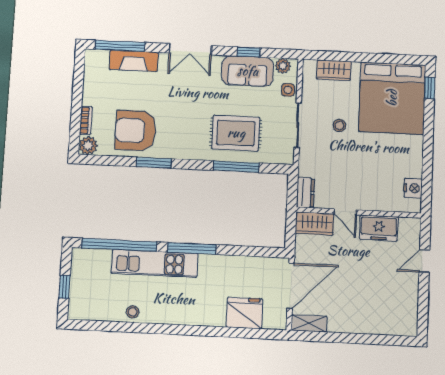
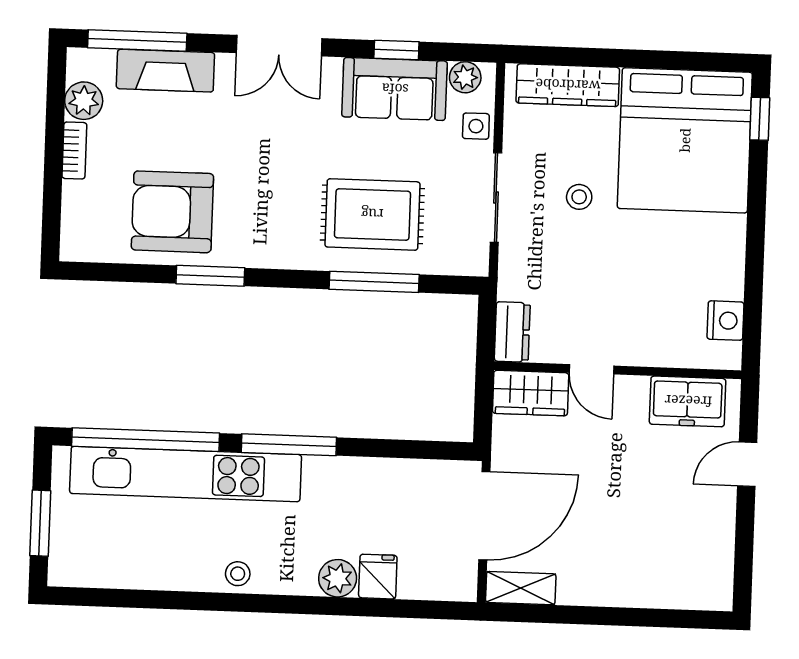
wardrobe: (334, 70) -> (568, 85), width x1.50
bookcase: (86, 120) -> (74, 151), moved
plant: (88, 145) -> (84, 101), moved
freezer: (379, 228) -> (688, 401), moved
kitchen unit: (155, 263) -> (186, 474), width x1.36
window: (65, 287) -> (40, 523), width x1.50
stool: (133, 312) -> (238, 574), moved
fridge: (244, 313) -> (378, 577), width x0.53, depth x0.75
plant: (215, 317) -> (338, 578), added

